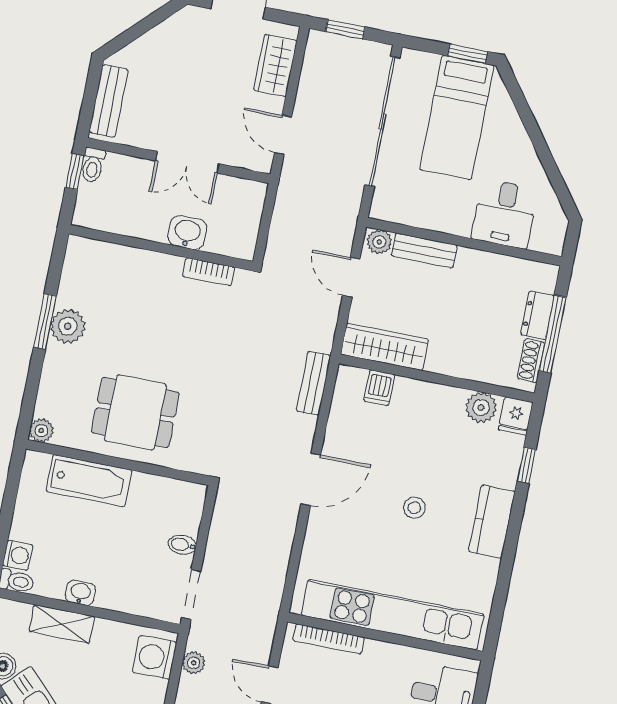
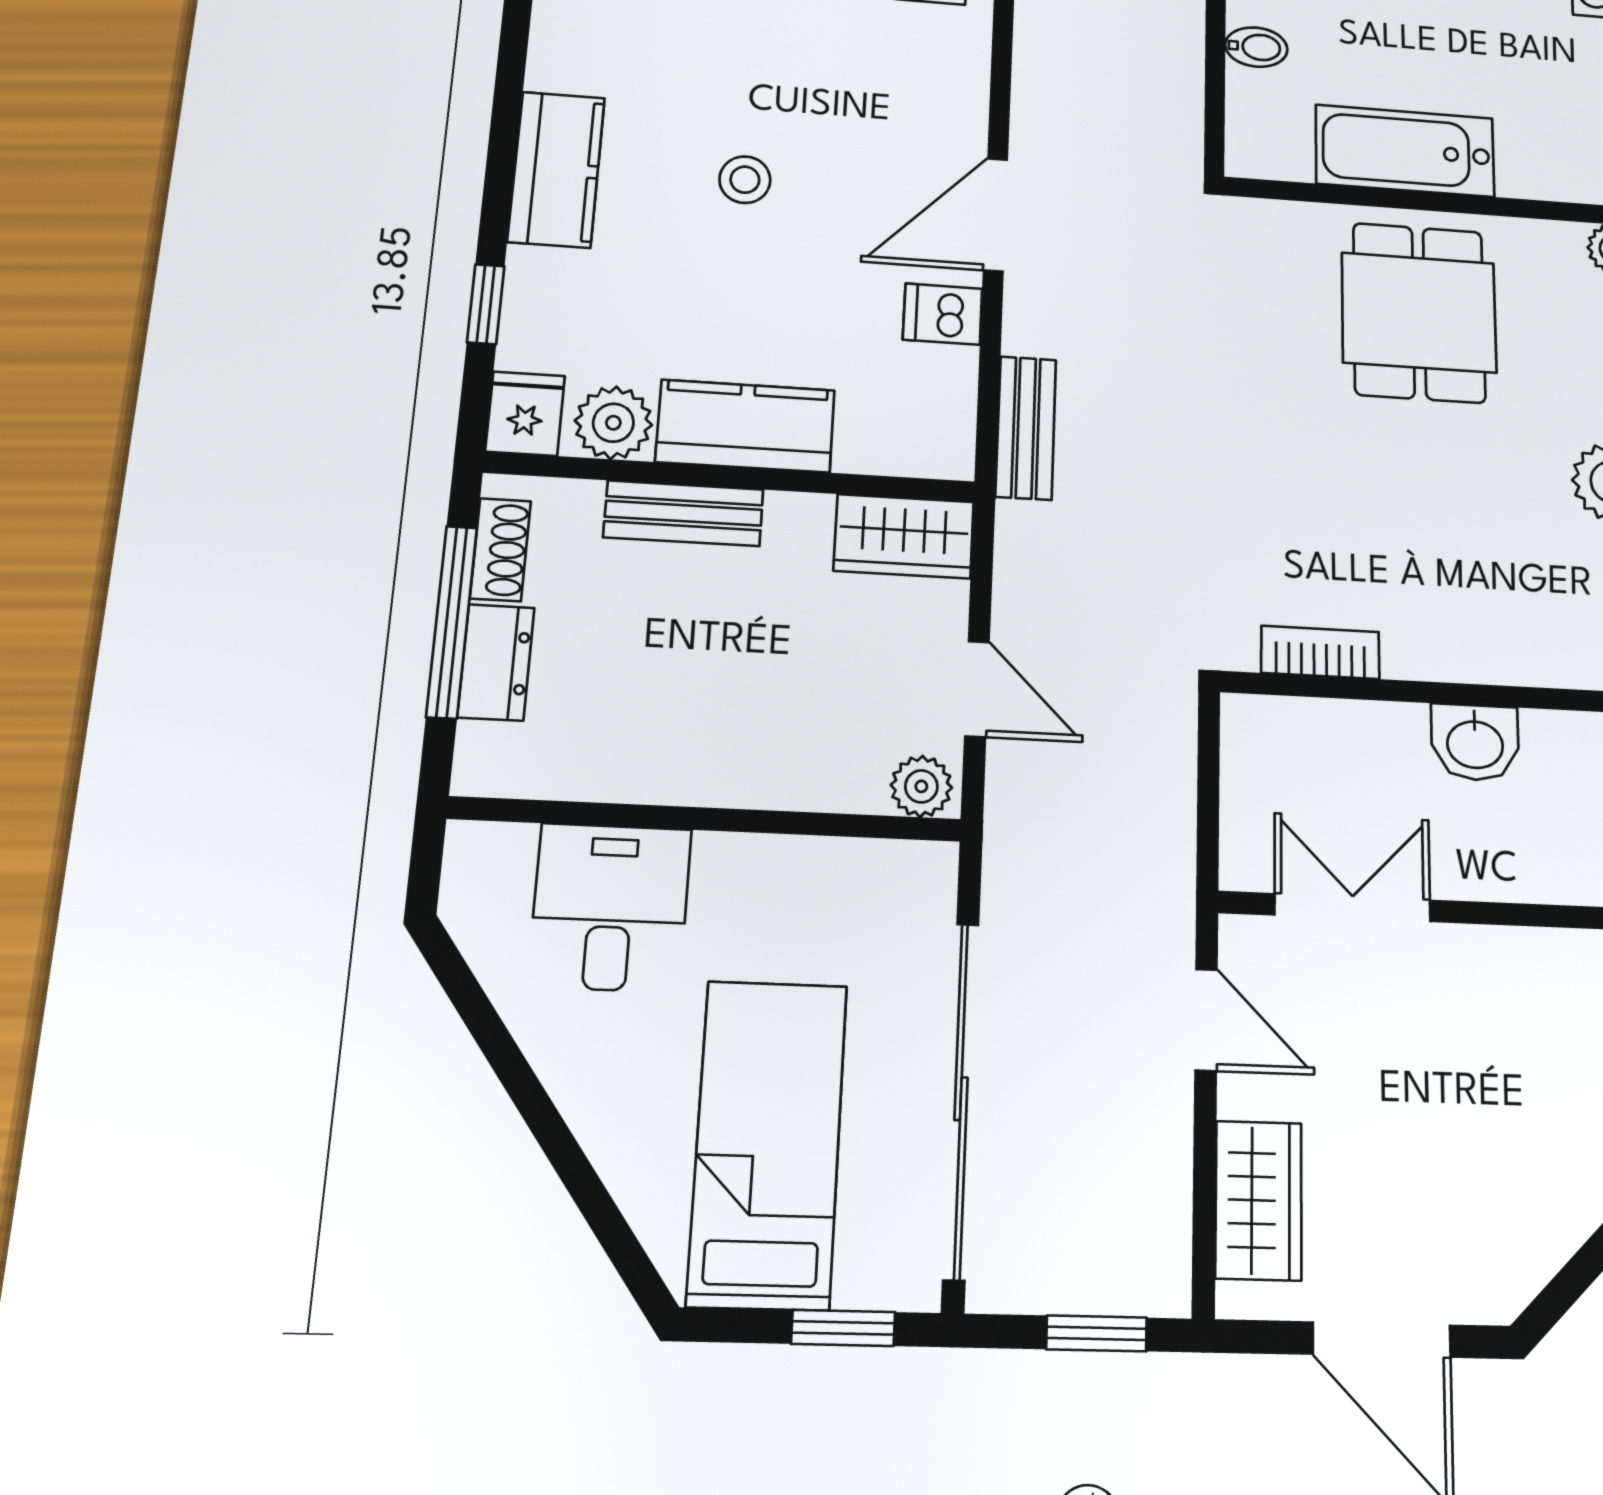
window: (468, 54) -> (843, 1328), moved
double door: (187, 162) -> (1353, 908), moved
washbasin: (187, 233) -> (1475, 742), moved
bench: (424, 251) -> (684, 513), moved
wardrobe: (385, 347) -> (904, 536), width x0.67
dishwasher: (379, 388) -> (943, 314), moved, turned -90
kitchen counter: (428, 399) -> (745, 426), added
dining table: (135, 412) -> (1419, 313), turned 90
bathtub: (89, 481) -> (1405, 151), moved

